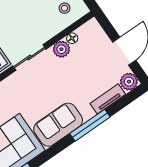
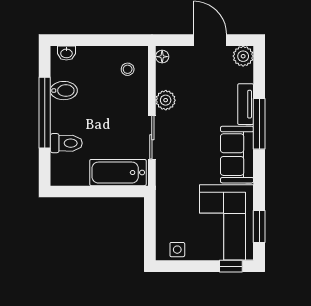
floor lamp: (72, 38) -> (162, 57), moved
tv unit: (108, 99) -> (246, 104), moved

